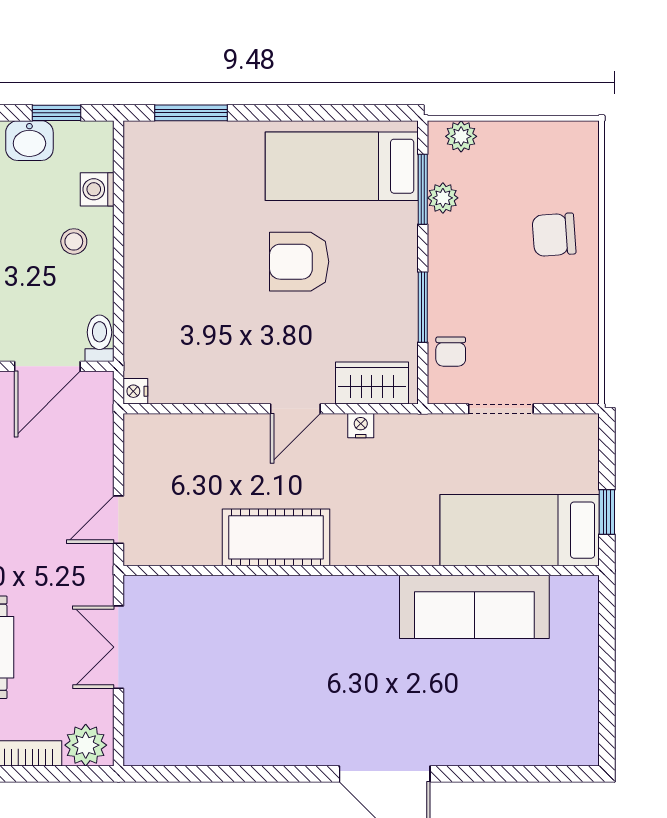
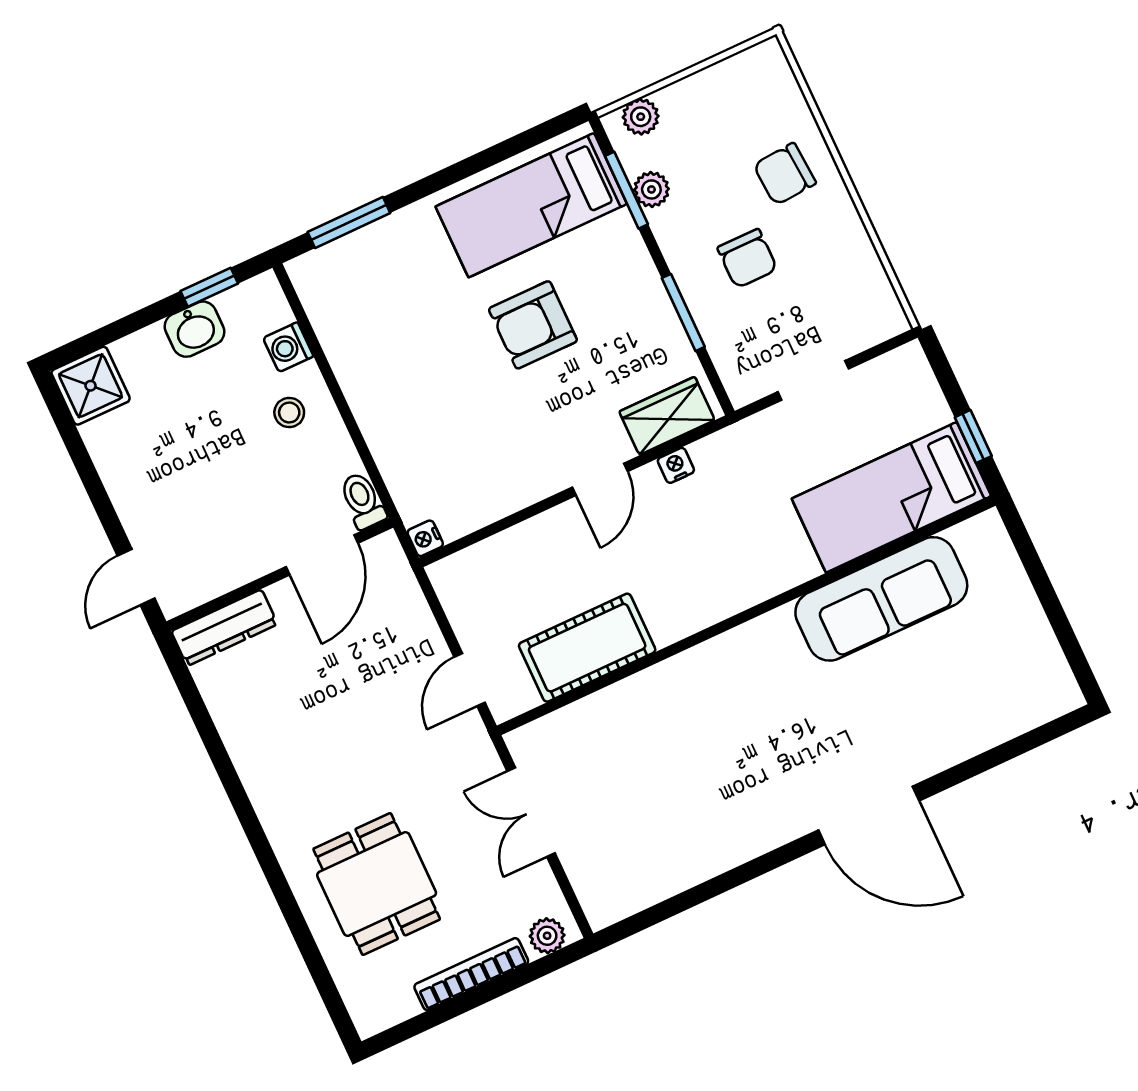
chair: (451, 352) -> (747, 258), moved, width x1.37, depth x1.37
cot: (276, 537) -> (587, 648), moved
plant: (86, 745) -> (547, 936), width x0.73, depth x0.73

